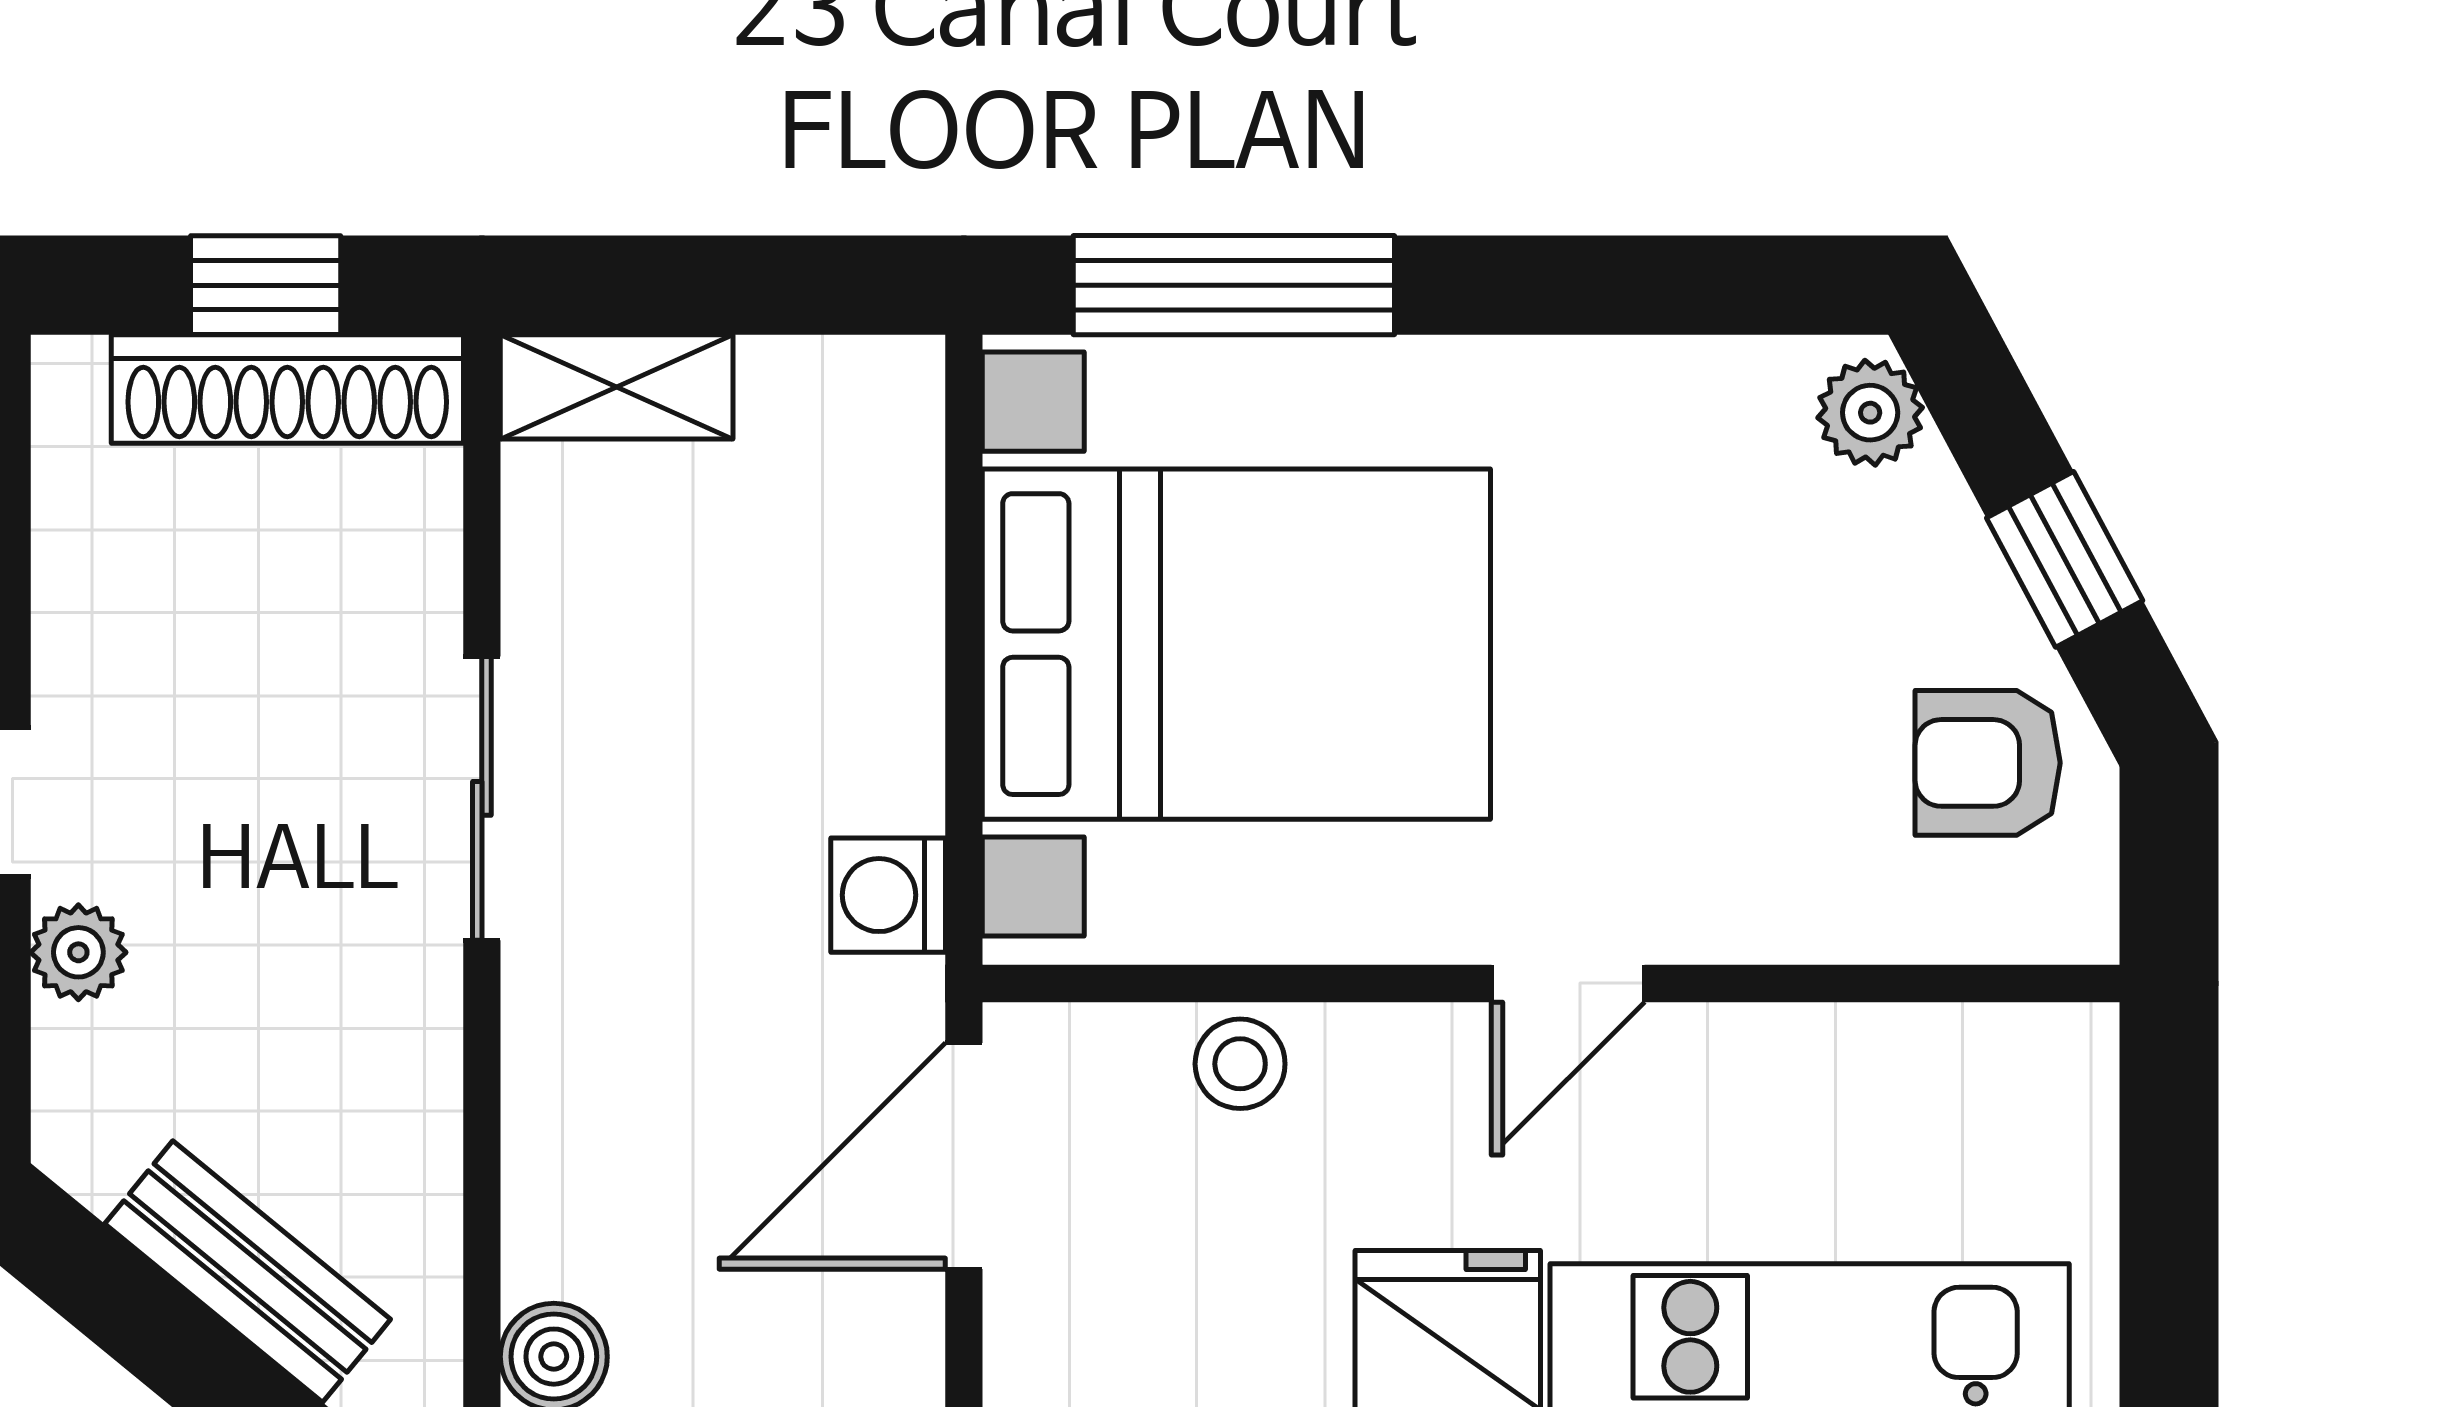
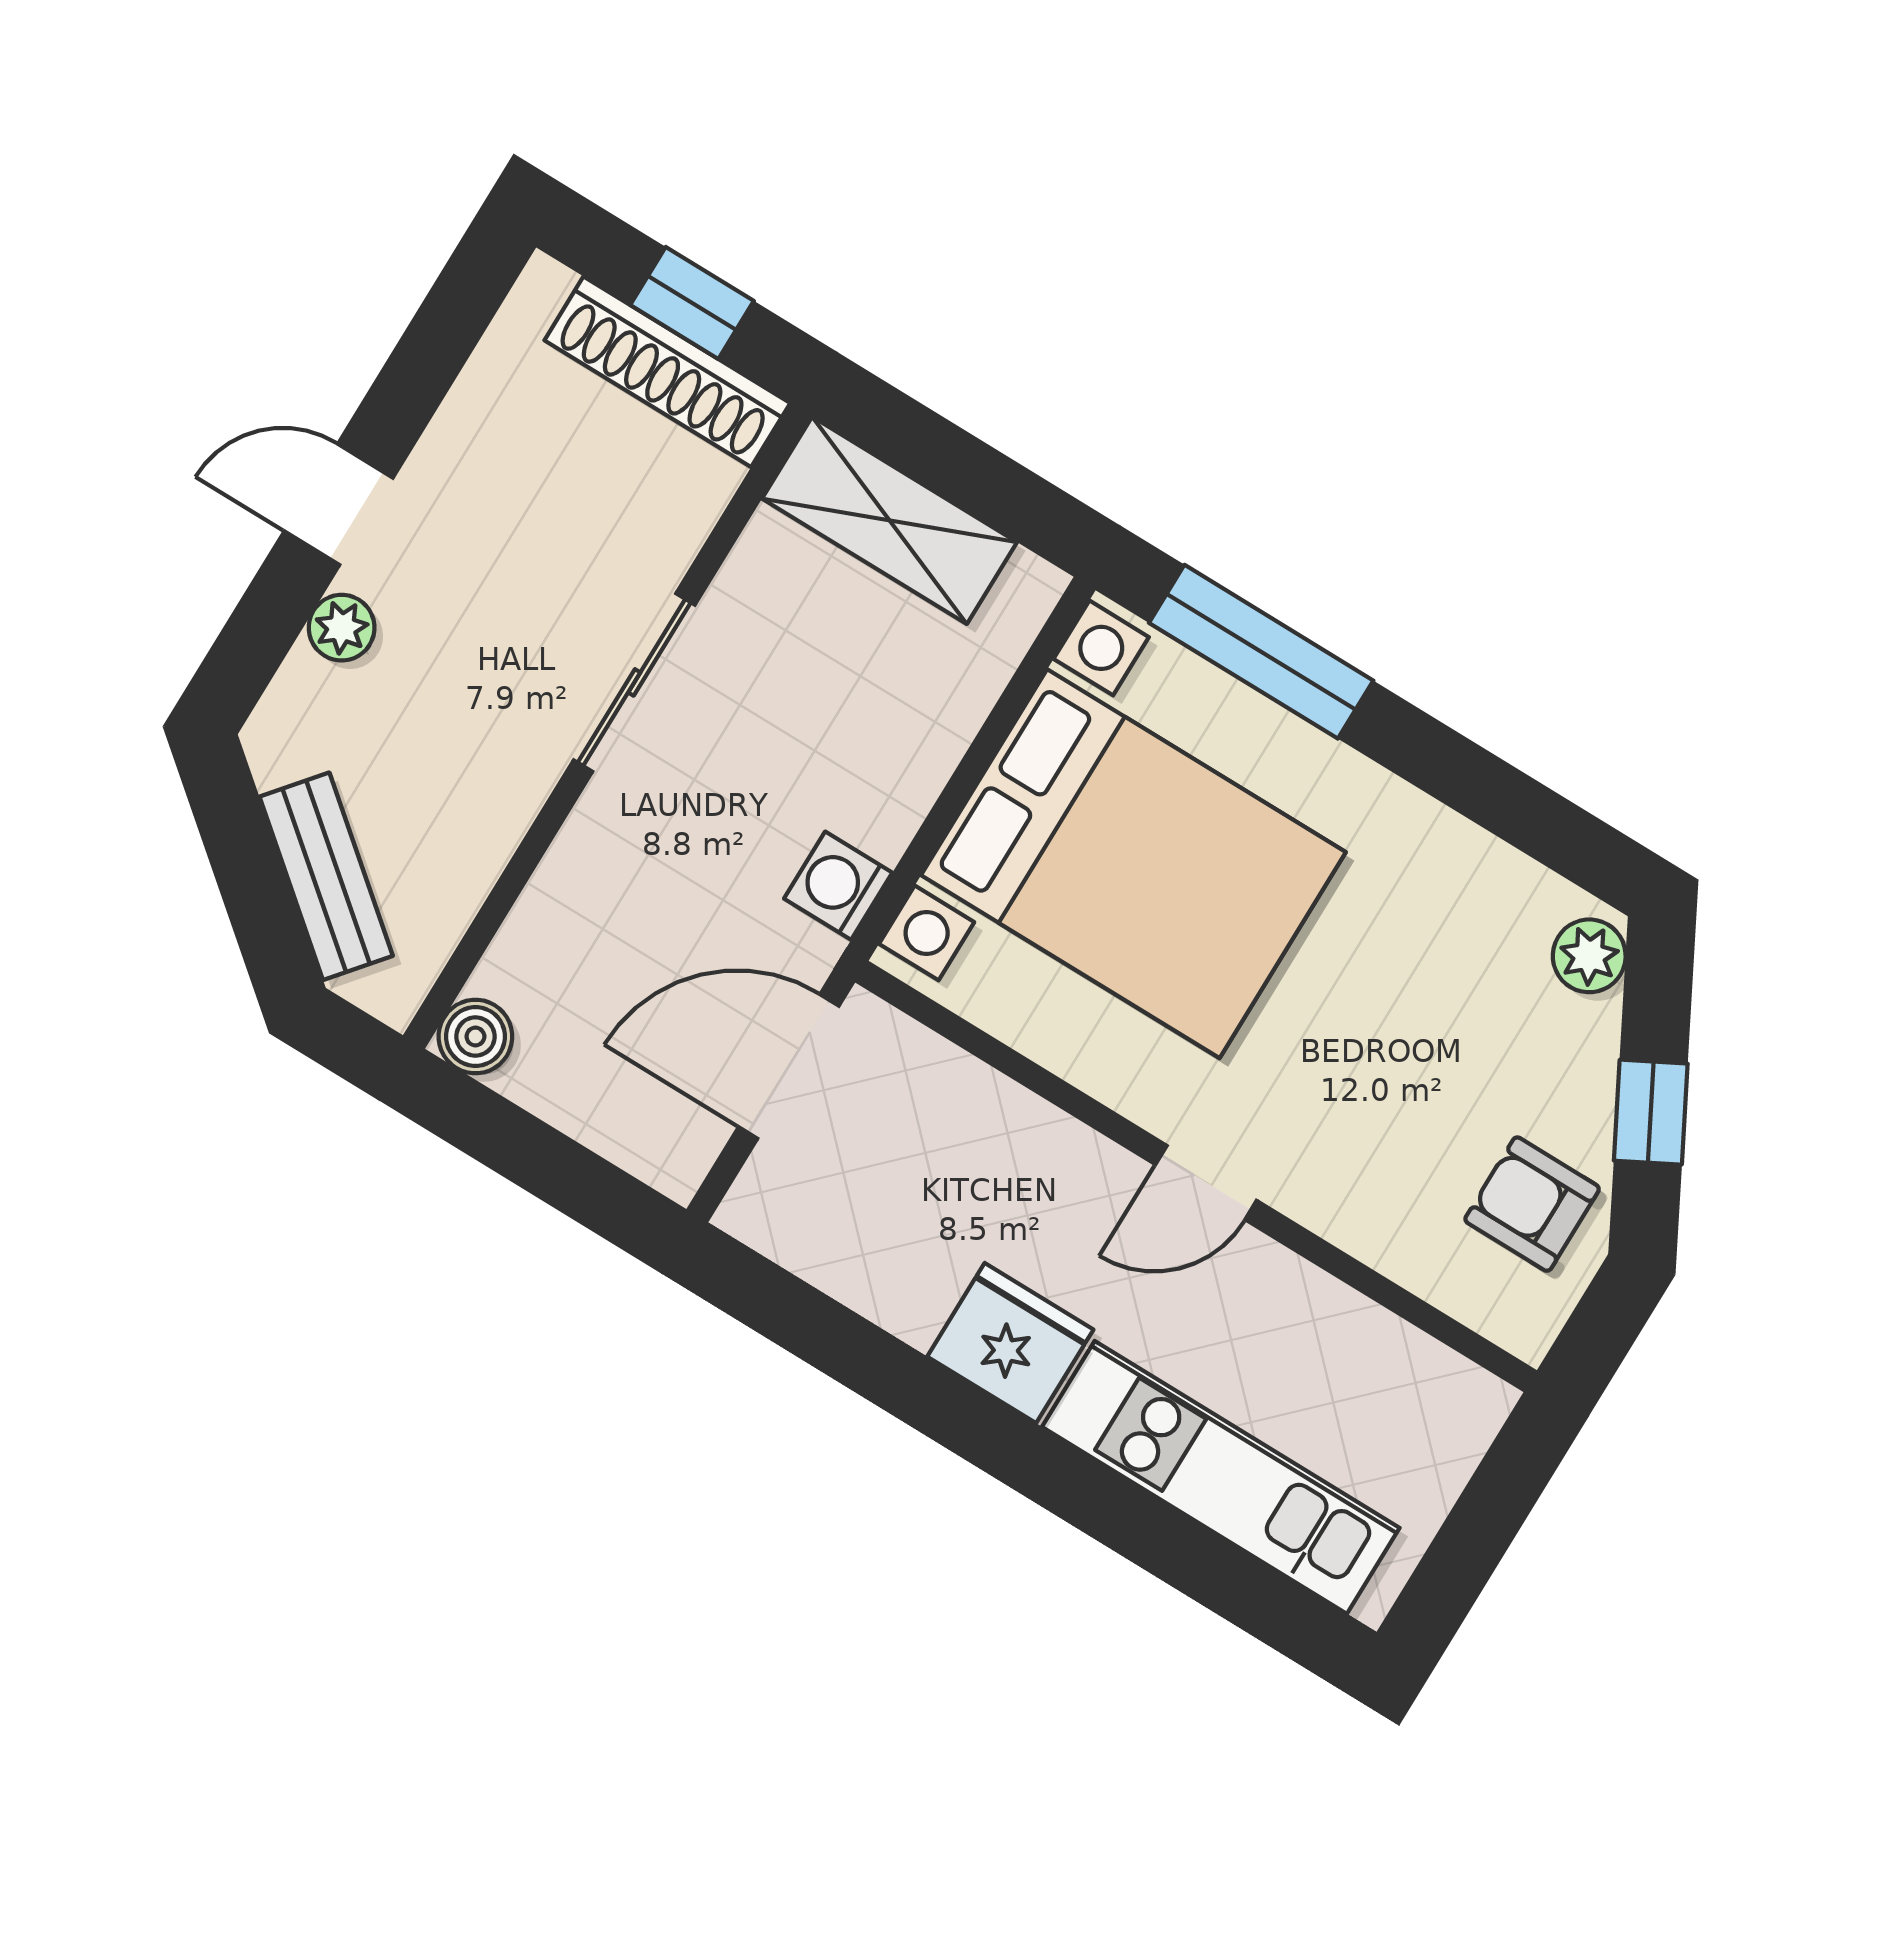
shelving: (617, 387) -> (890, 520), width x1.50, depth x1.33
stool: (1240, 1064) -> (984, 1112), removed

